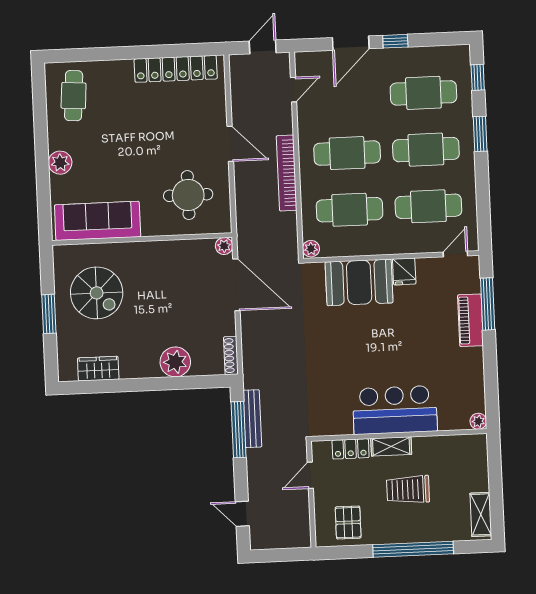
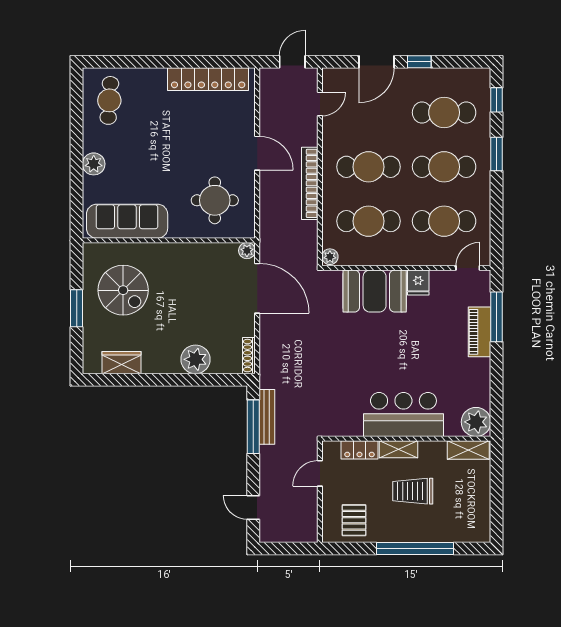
plant: (478, 421) -> (476, 422), width x1.87, depth x1.87
shelving: (481, 514) -> (468, 450), moved, turned 90

